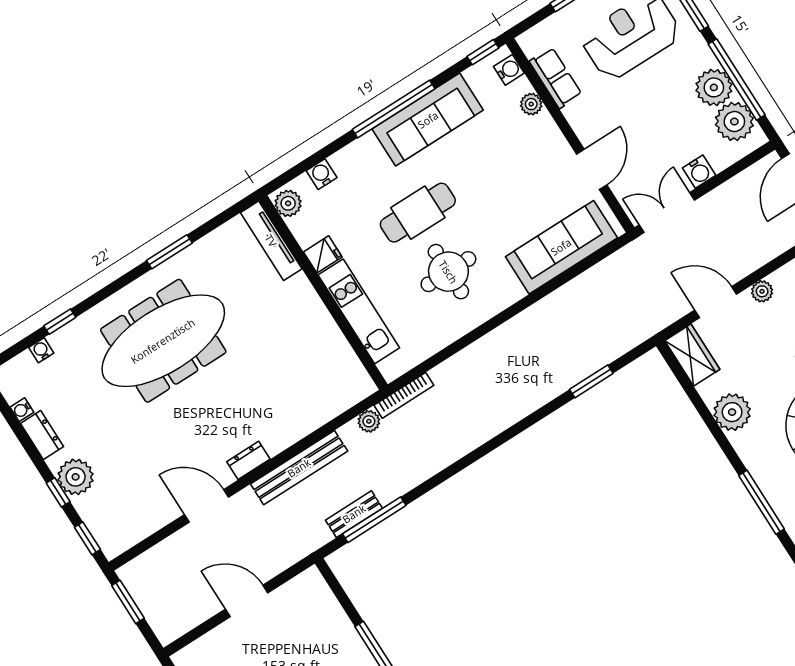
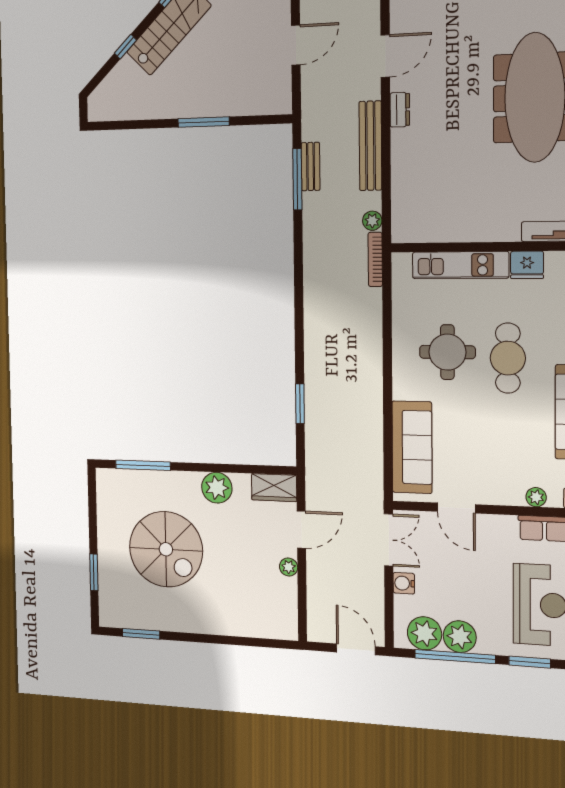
fridge: (323, 254) -> (527, 265), width x1.38

